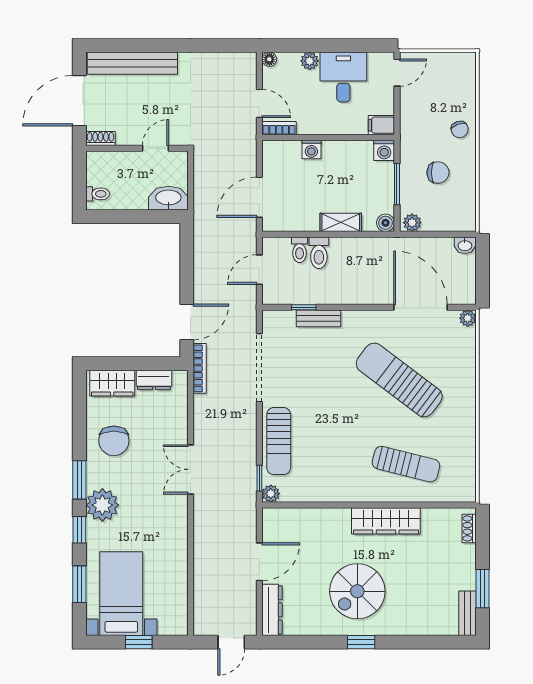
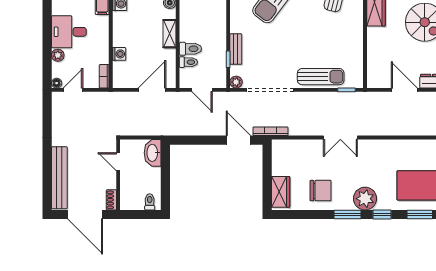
door: (259, 103) -> (73, 90), moved
door: (259, 197) -> (152, 90), swing flipped
dresser: (154, 380) -> (278, 163), removed
plant: (271, 494) -> (236, 82), moved

